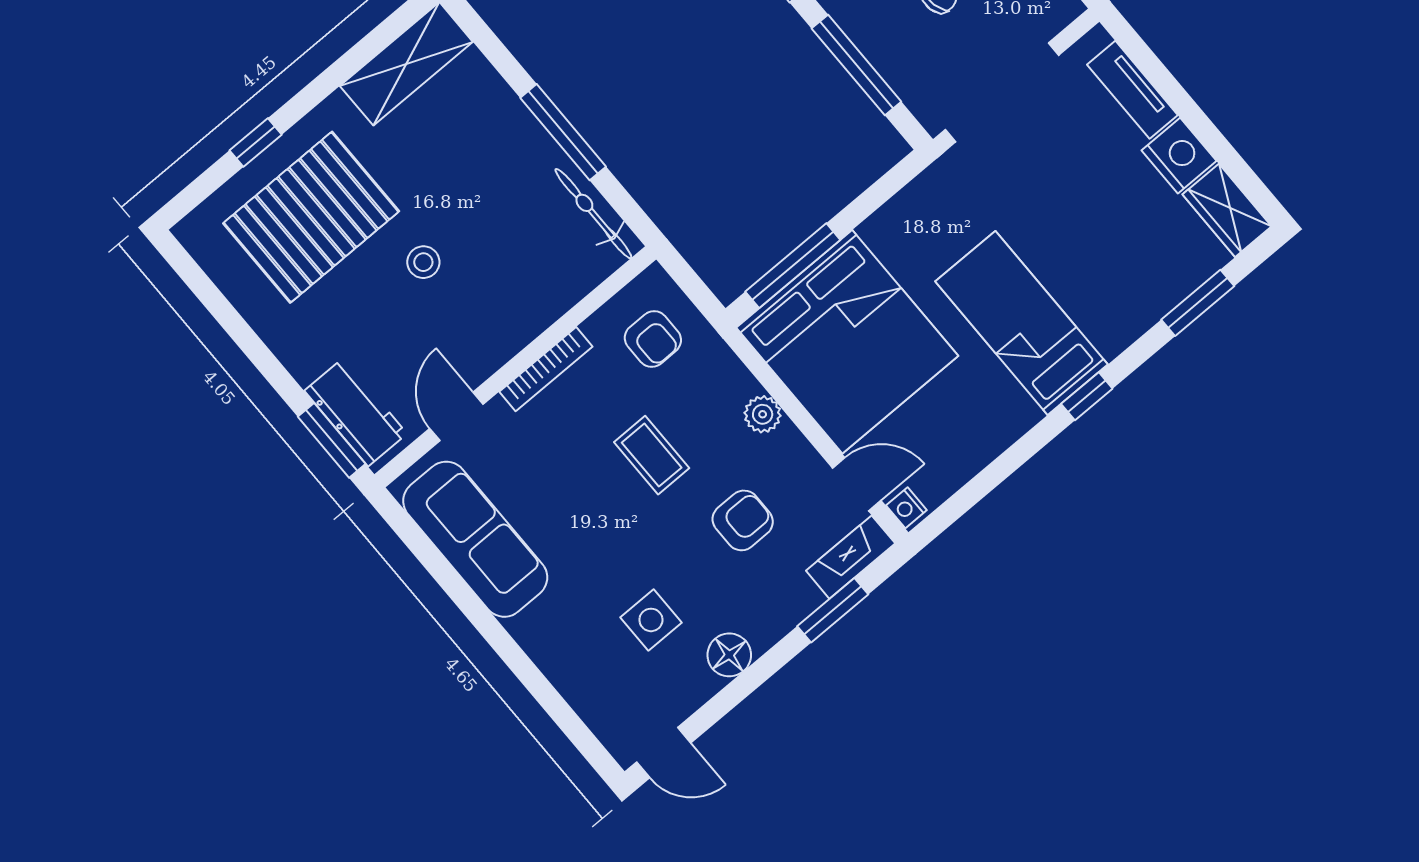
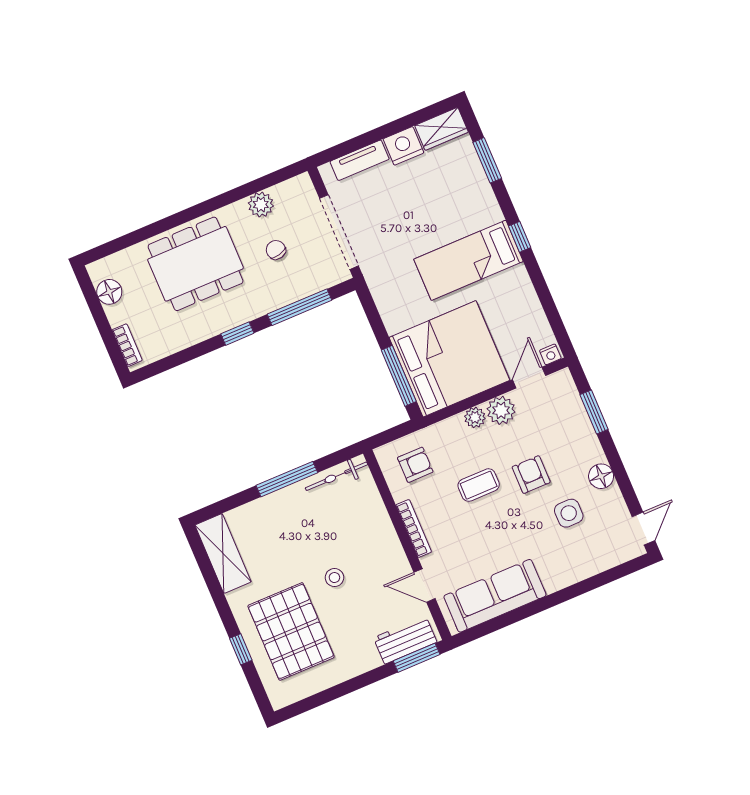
plant: (788, 454) -> (501, 410), added
armchair: (743, 520) -> (531, 475), moved
fireplace: (851, 557) -> (568, 393), removed

